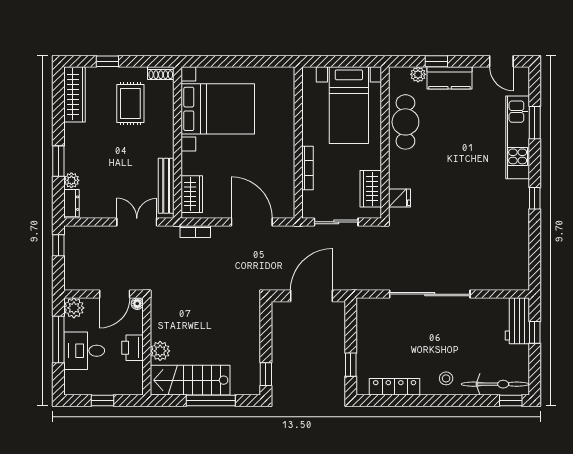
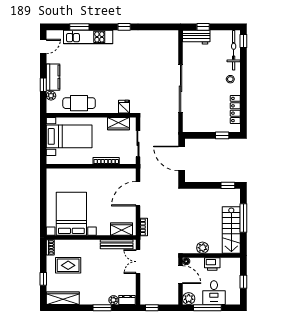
plant: (160, 351) -> (203, 248), moved

